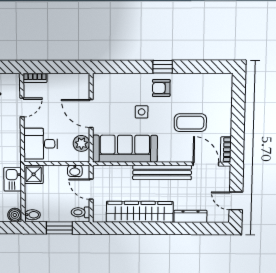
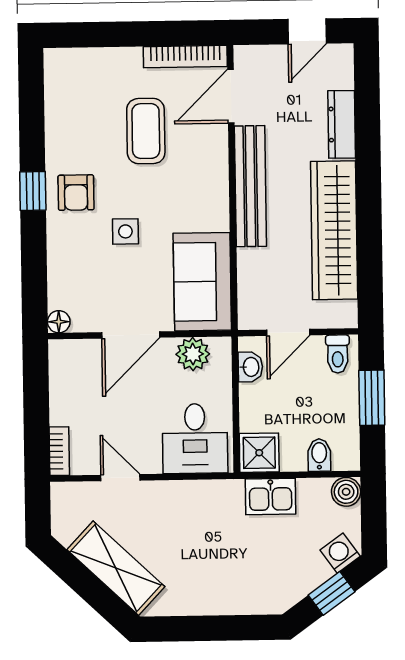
floor lamp: (98, 79) -> (59, 322), added
sofa: (125, 149) -> (202, 282), width x0.73
bookcase: (226, 150) -> (185, 57), width x1.56
bidet: (32, 215) -> (319, 455), moved

